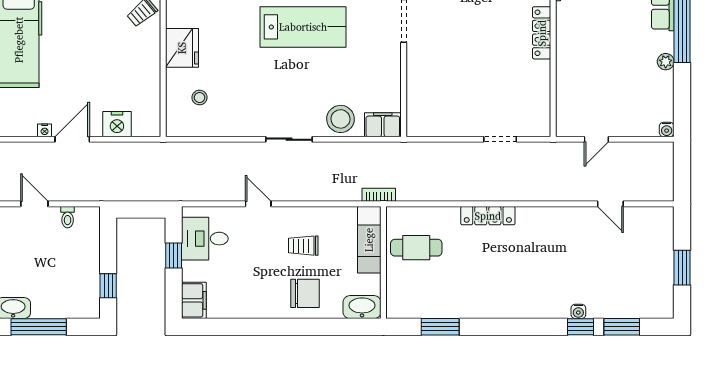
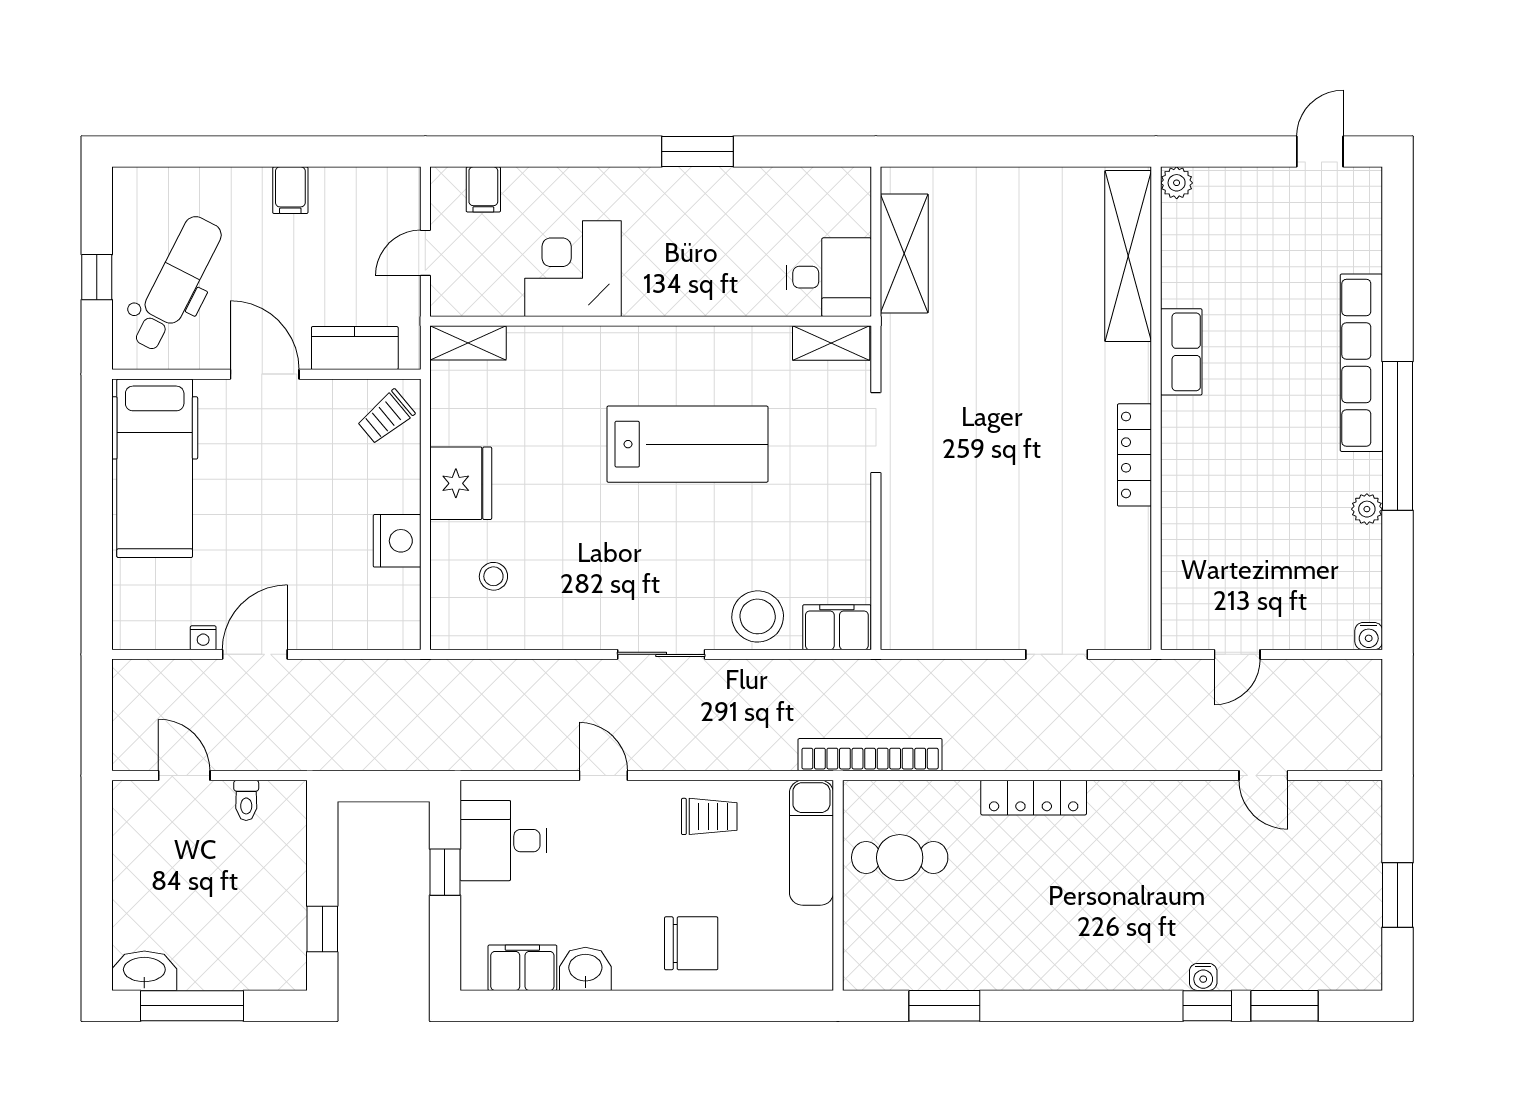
nightstand: (117, 124) -> (397, 541), moved, turned -90
bookcase: (379, 195) -> (870, 755), width x2.31, depth x1.31
trolley: (303, 246) -> (709, 816), moved, turned 180
filing cabinet: (194, 300) -> (522, 968), moved, turned -90
washbasin: (362, 307) -> (585, 969), moved, width x0.72

